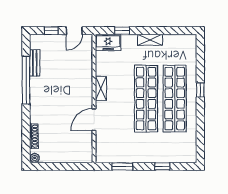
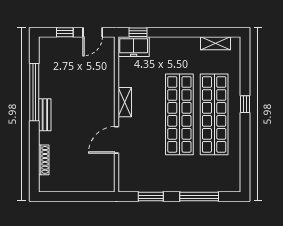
window: (122, 31) -> (138, 32), moved
shelving: (150, 40) -> (216, 43), moved
bench: (35, 63) -> (45, 115), moved
plant: (35, 158) -> (45, 186), removed
window: (162, 166) -> (199, 197), width x2.17

